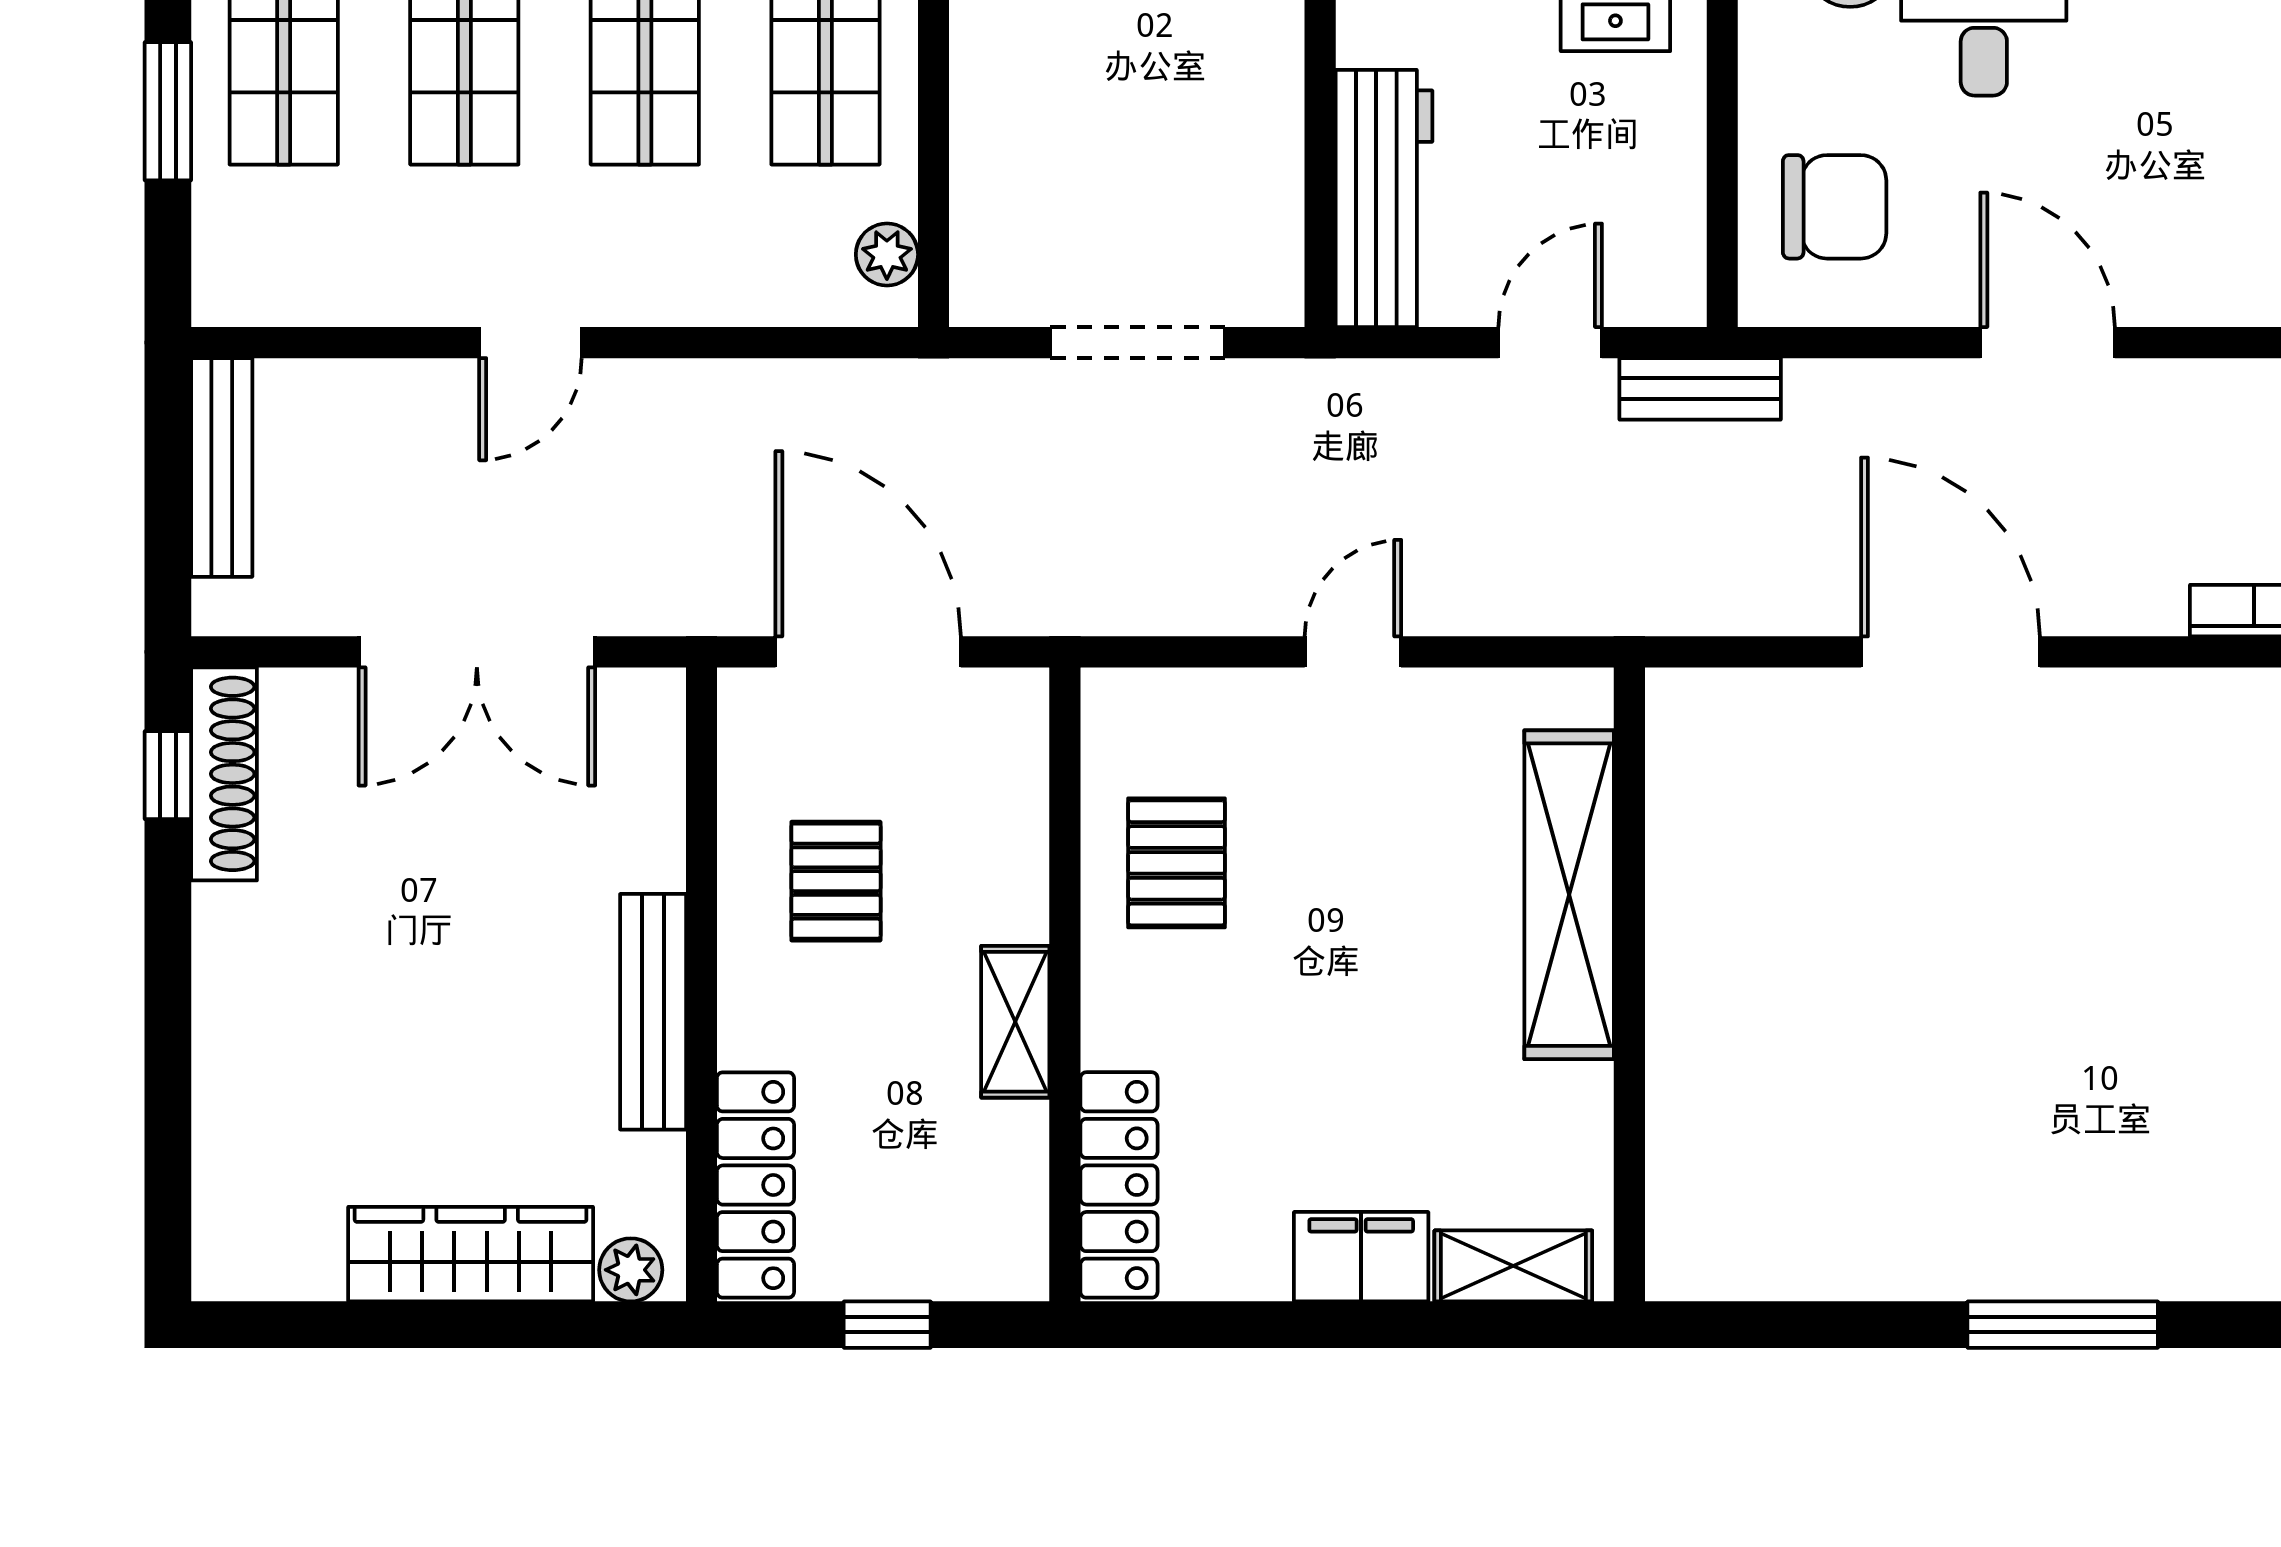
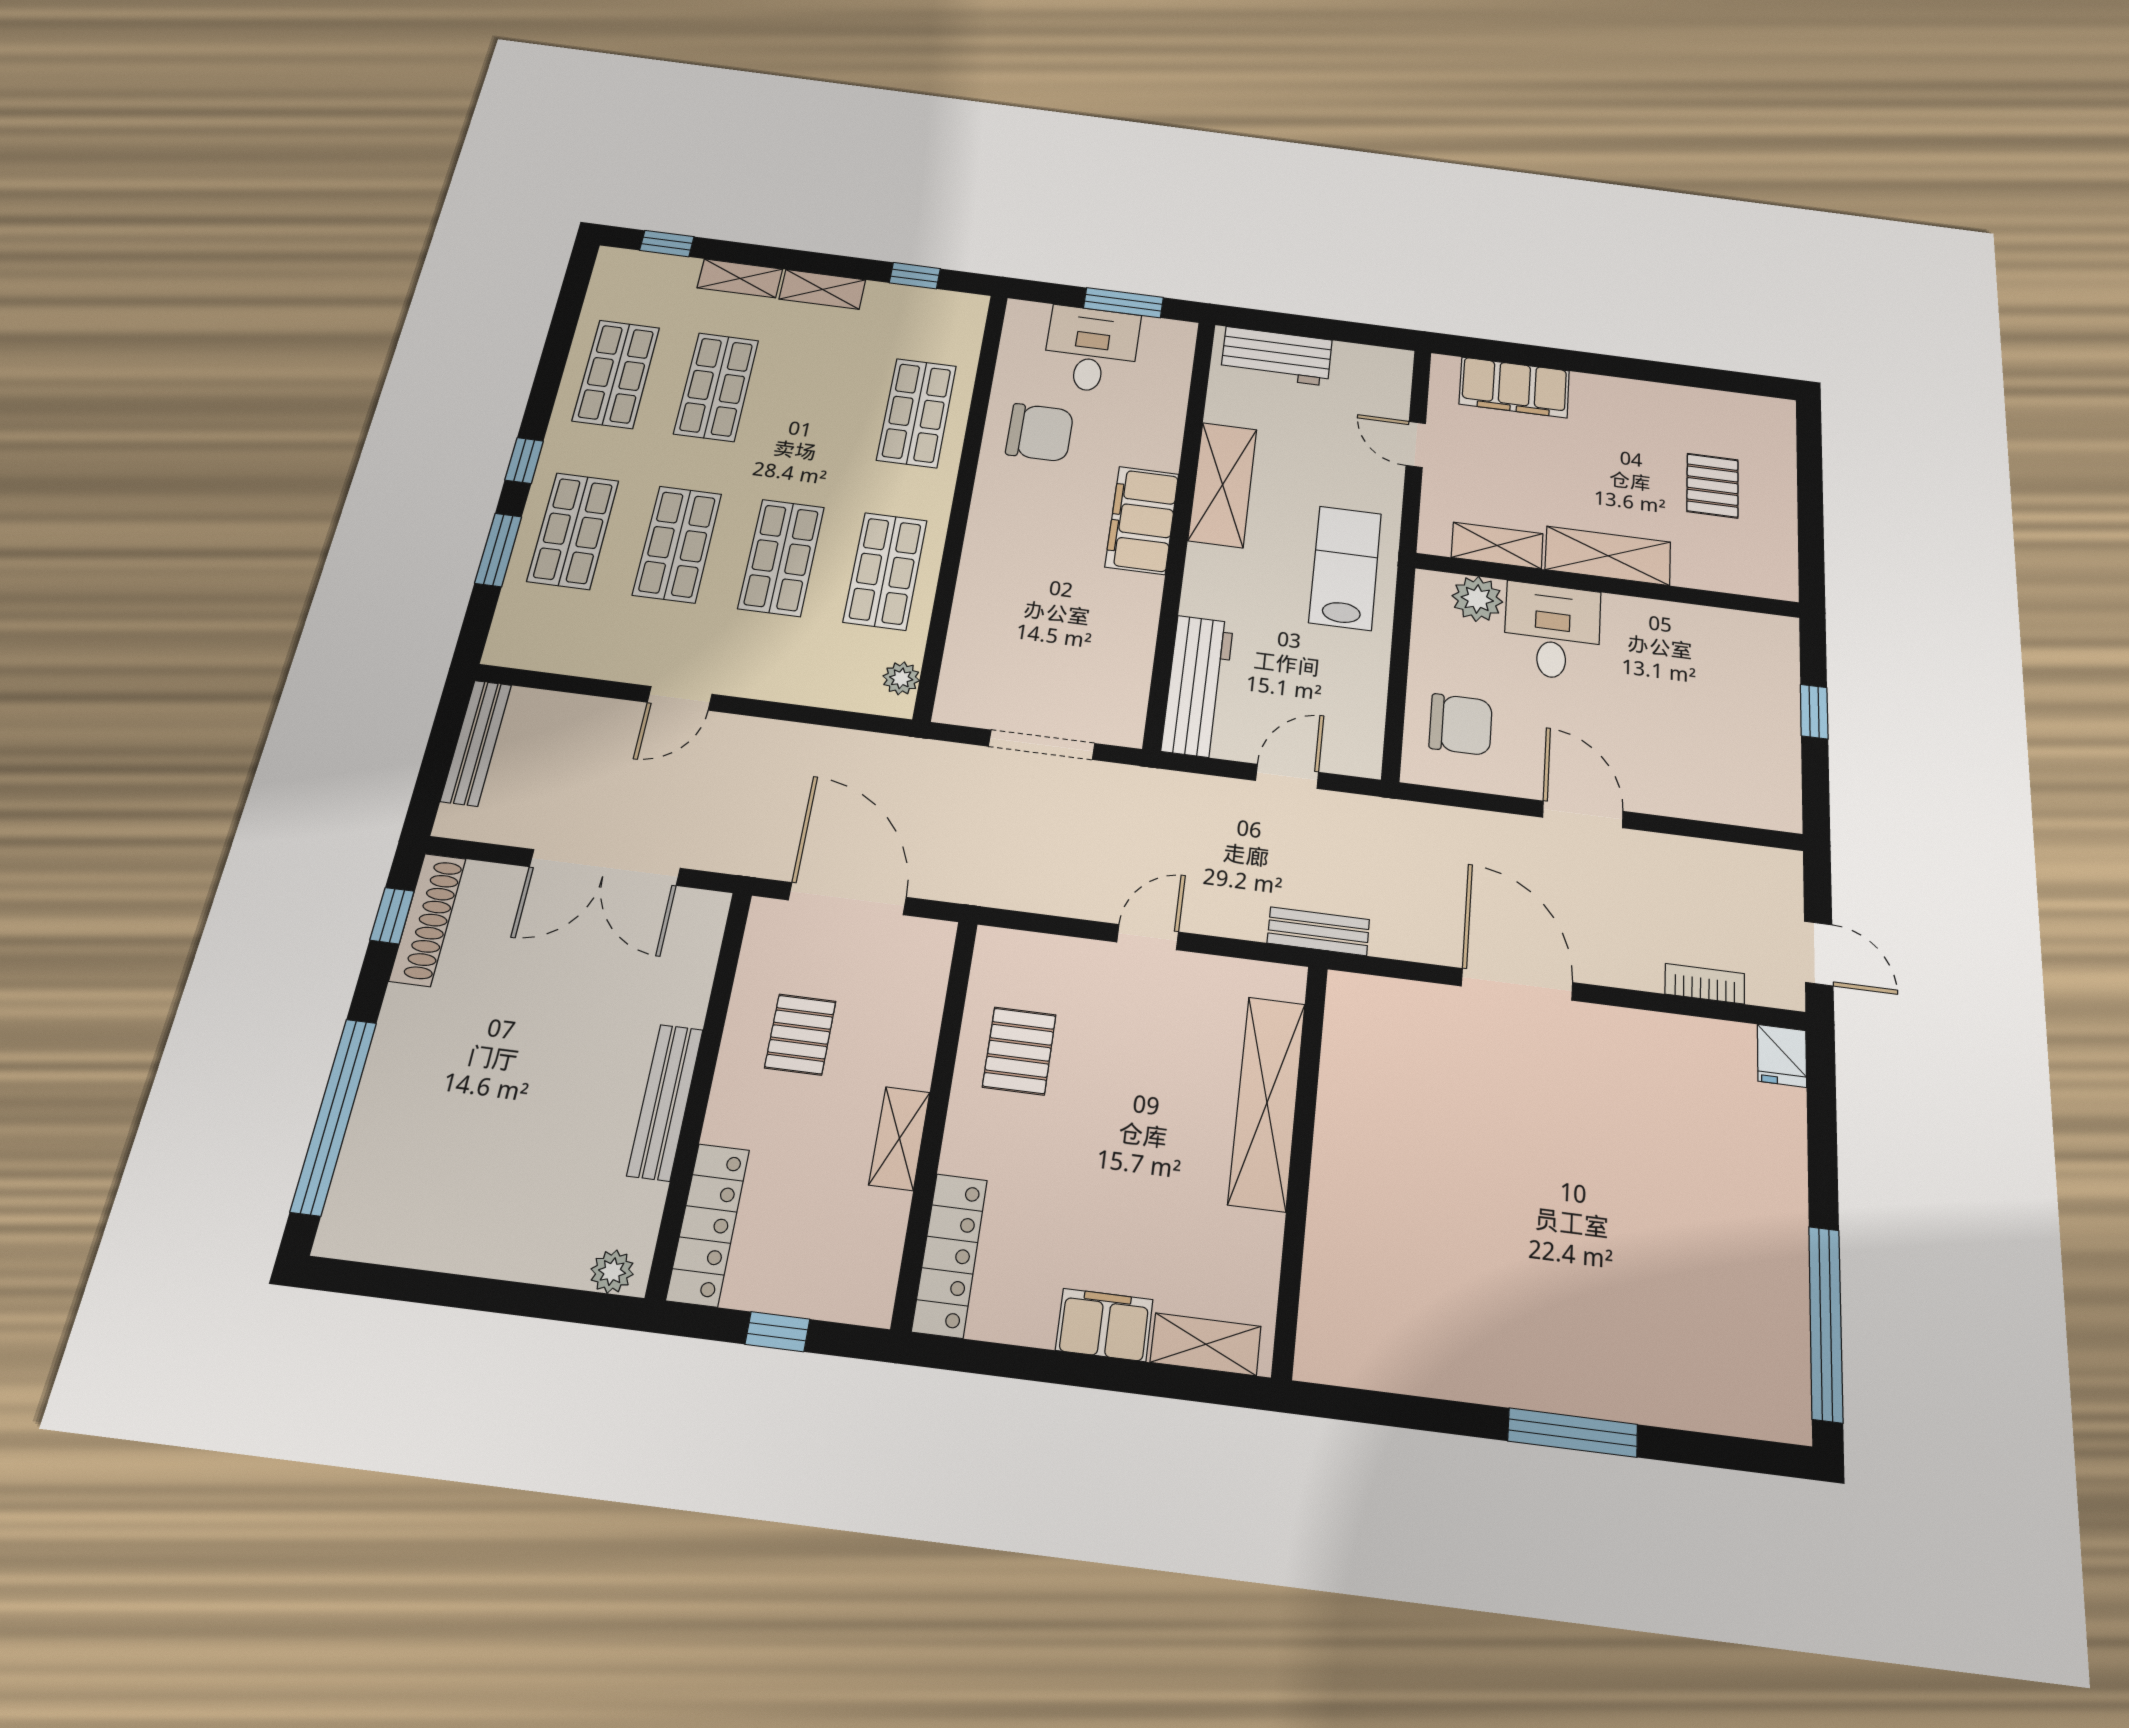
bench: (1700, 389) -> (1318, 931), moved
window: (168, 1096) -> (334, 1116), added
wardrobe: (471, 1254) -> (507, 1247), removed

